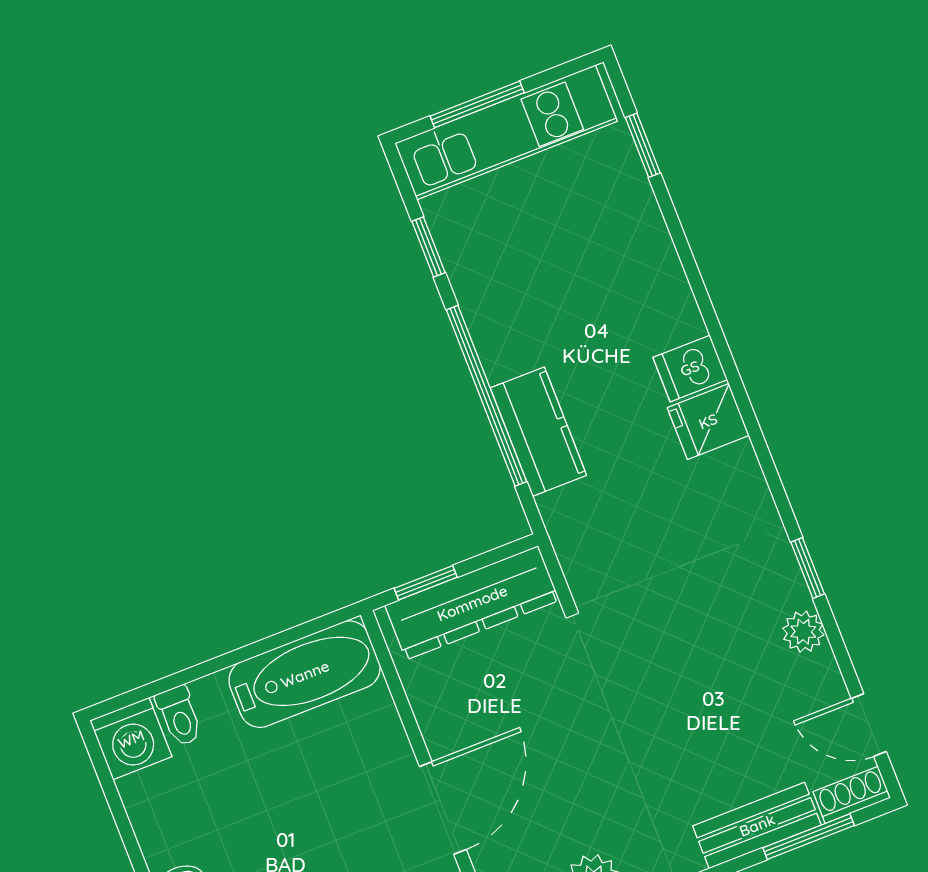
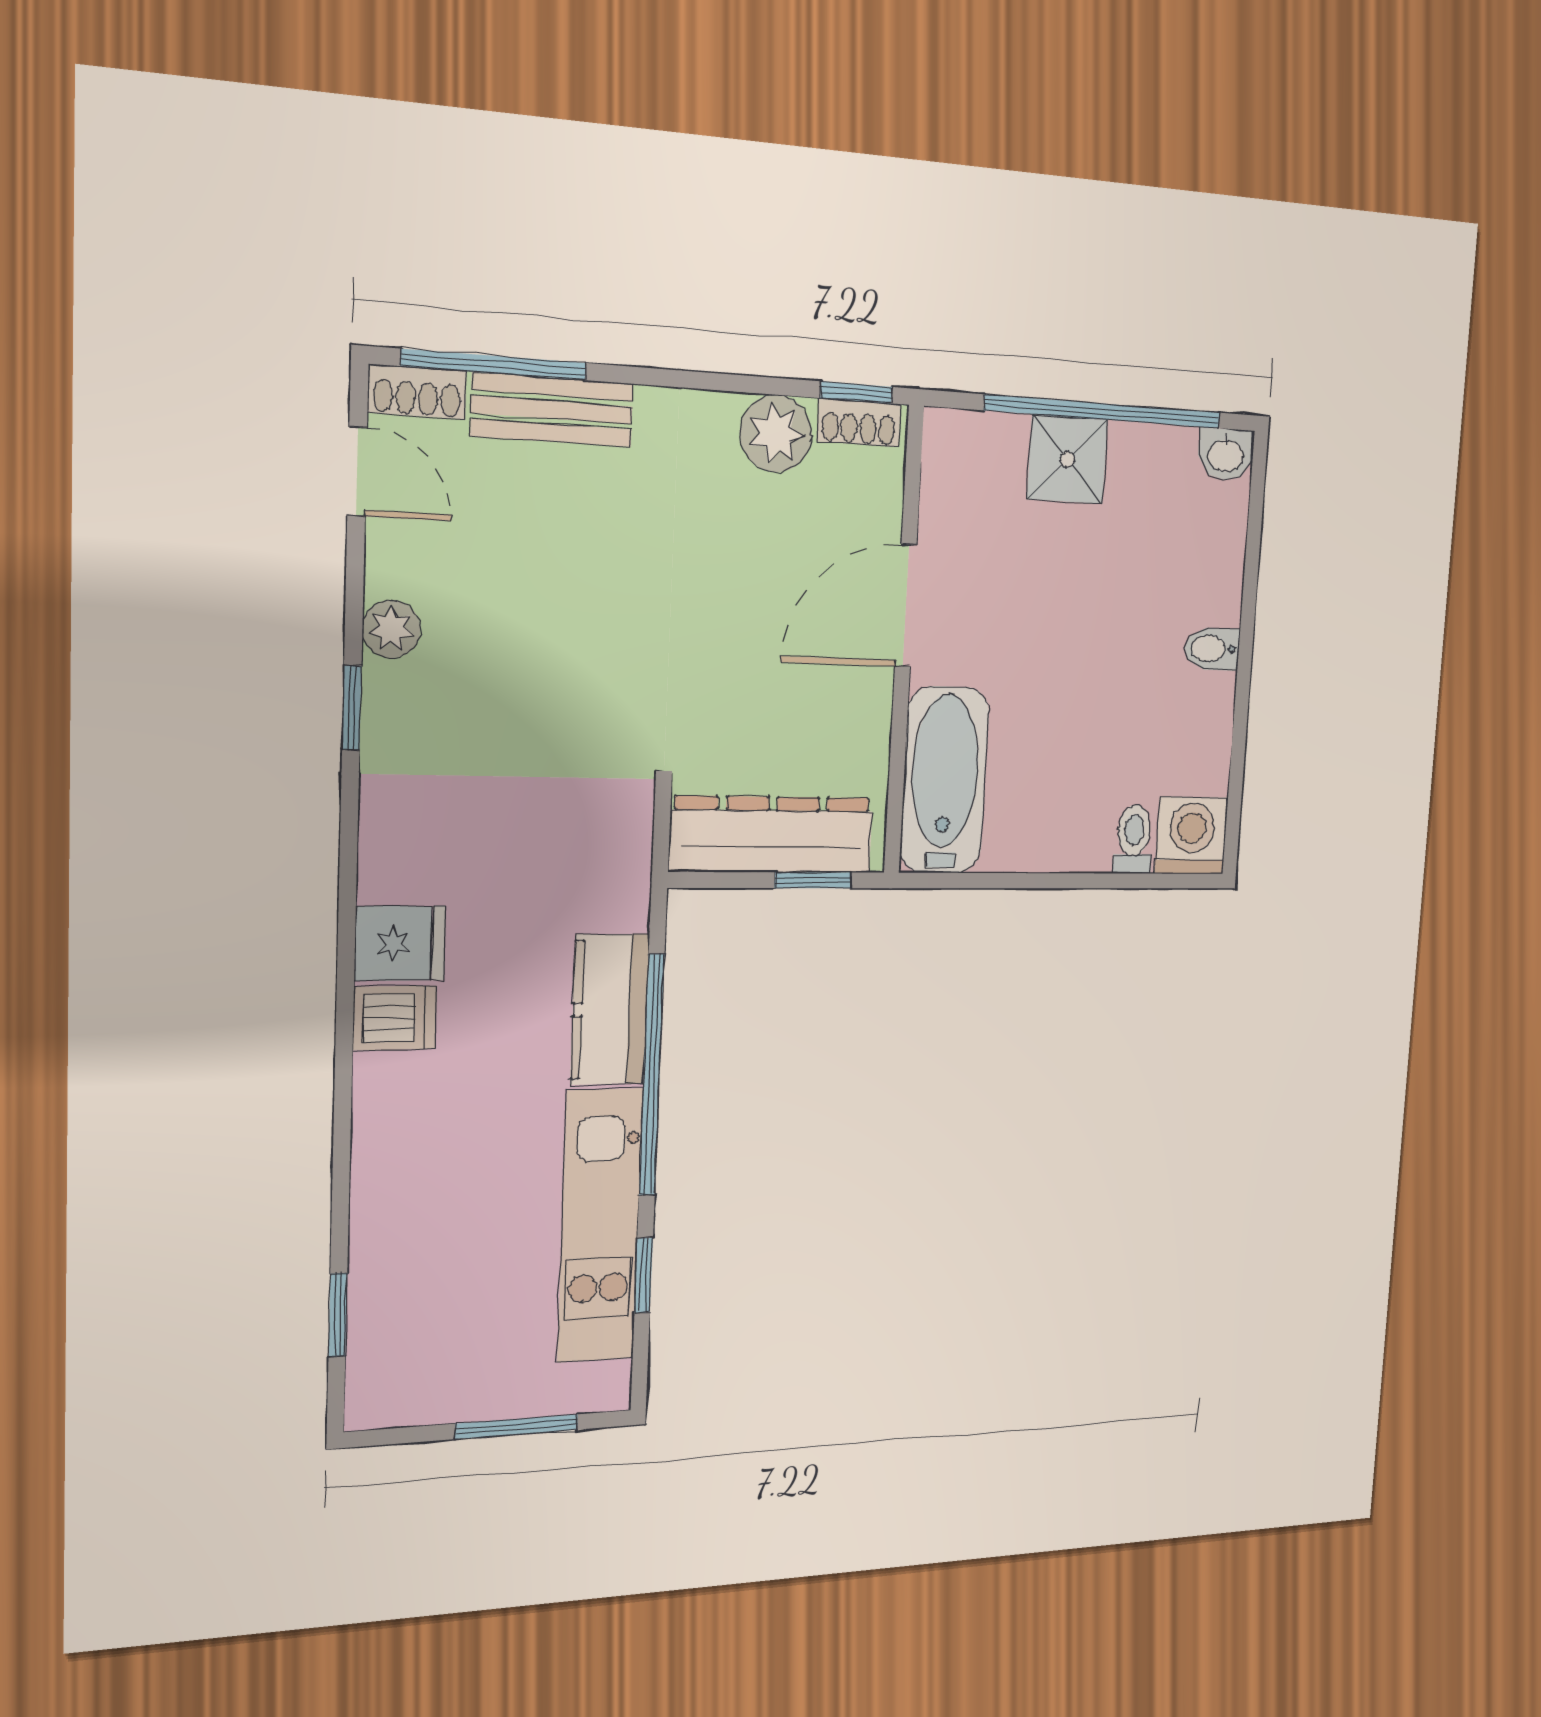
kitchen unit: (506, 132) -> (600, 1226), moved, turned -90
bathtub: (305, 674) -> (945, 780), moved, turned 90
window: (809, 837) -> (494, 365), width x1.44

